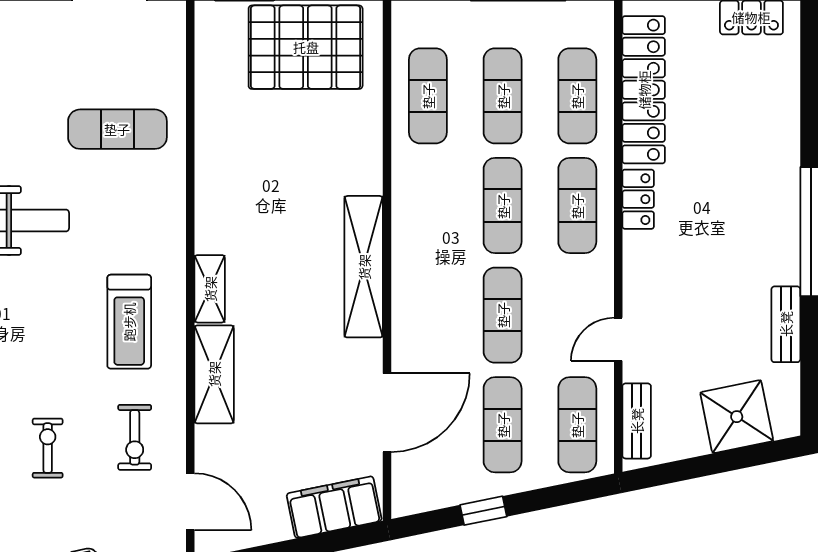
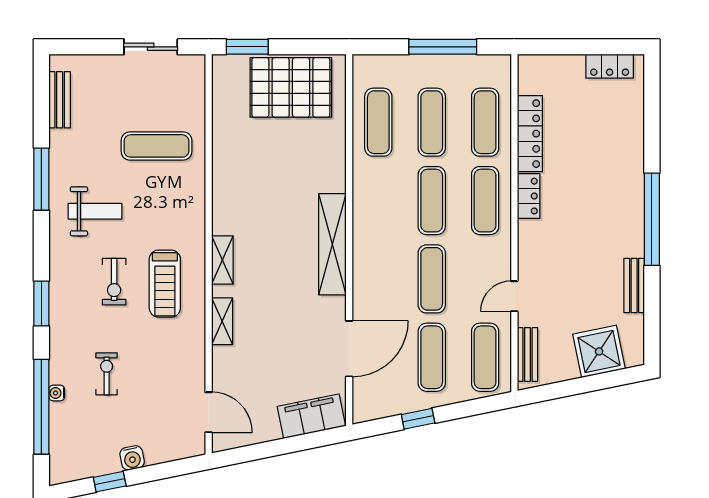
locker: (644, 90) -> (530, 134), width x0.71, depth x0.83
shelving: (214, 374) -> (222, 321), width x0.67, depth x0.75
exercise bike: (135, 437) -> (114, 282), moved

